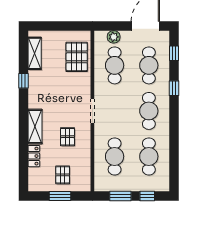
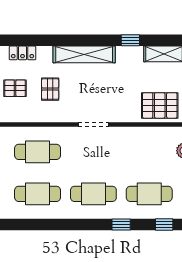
cafe table: (115, 65) -> (149, 152), removed
shelving: (35, 127) -> (84, 54), width x1.47
pallet: (67, 137) -> (50, 89), moved, turned 90
locker: (34, 156) -> (22, 53), moved

